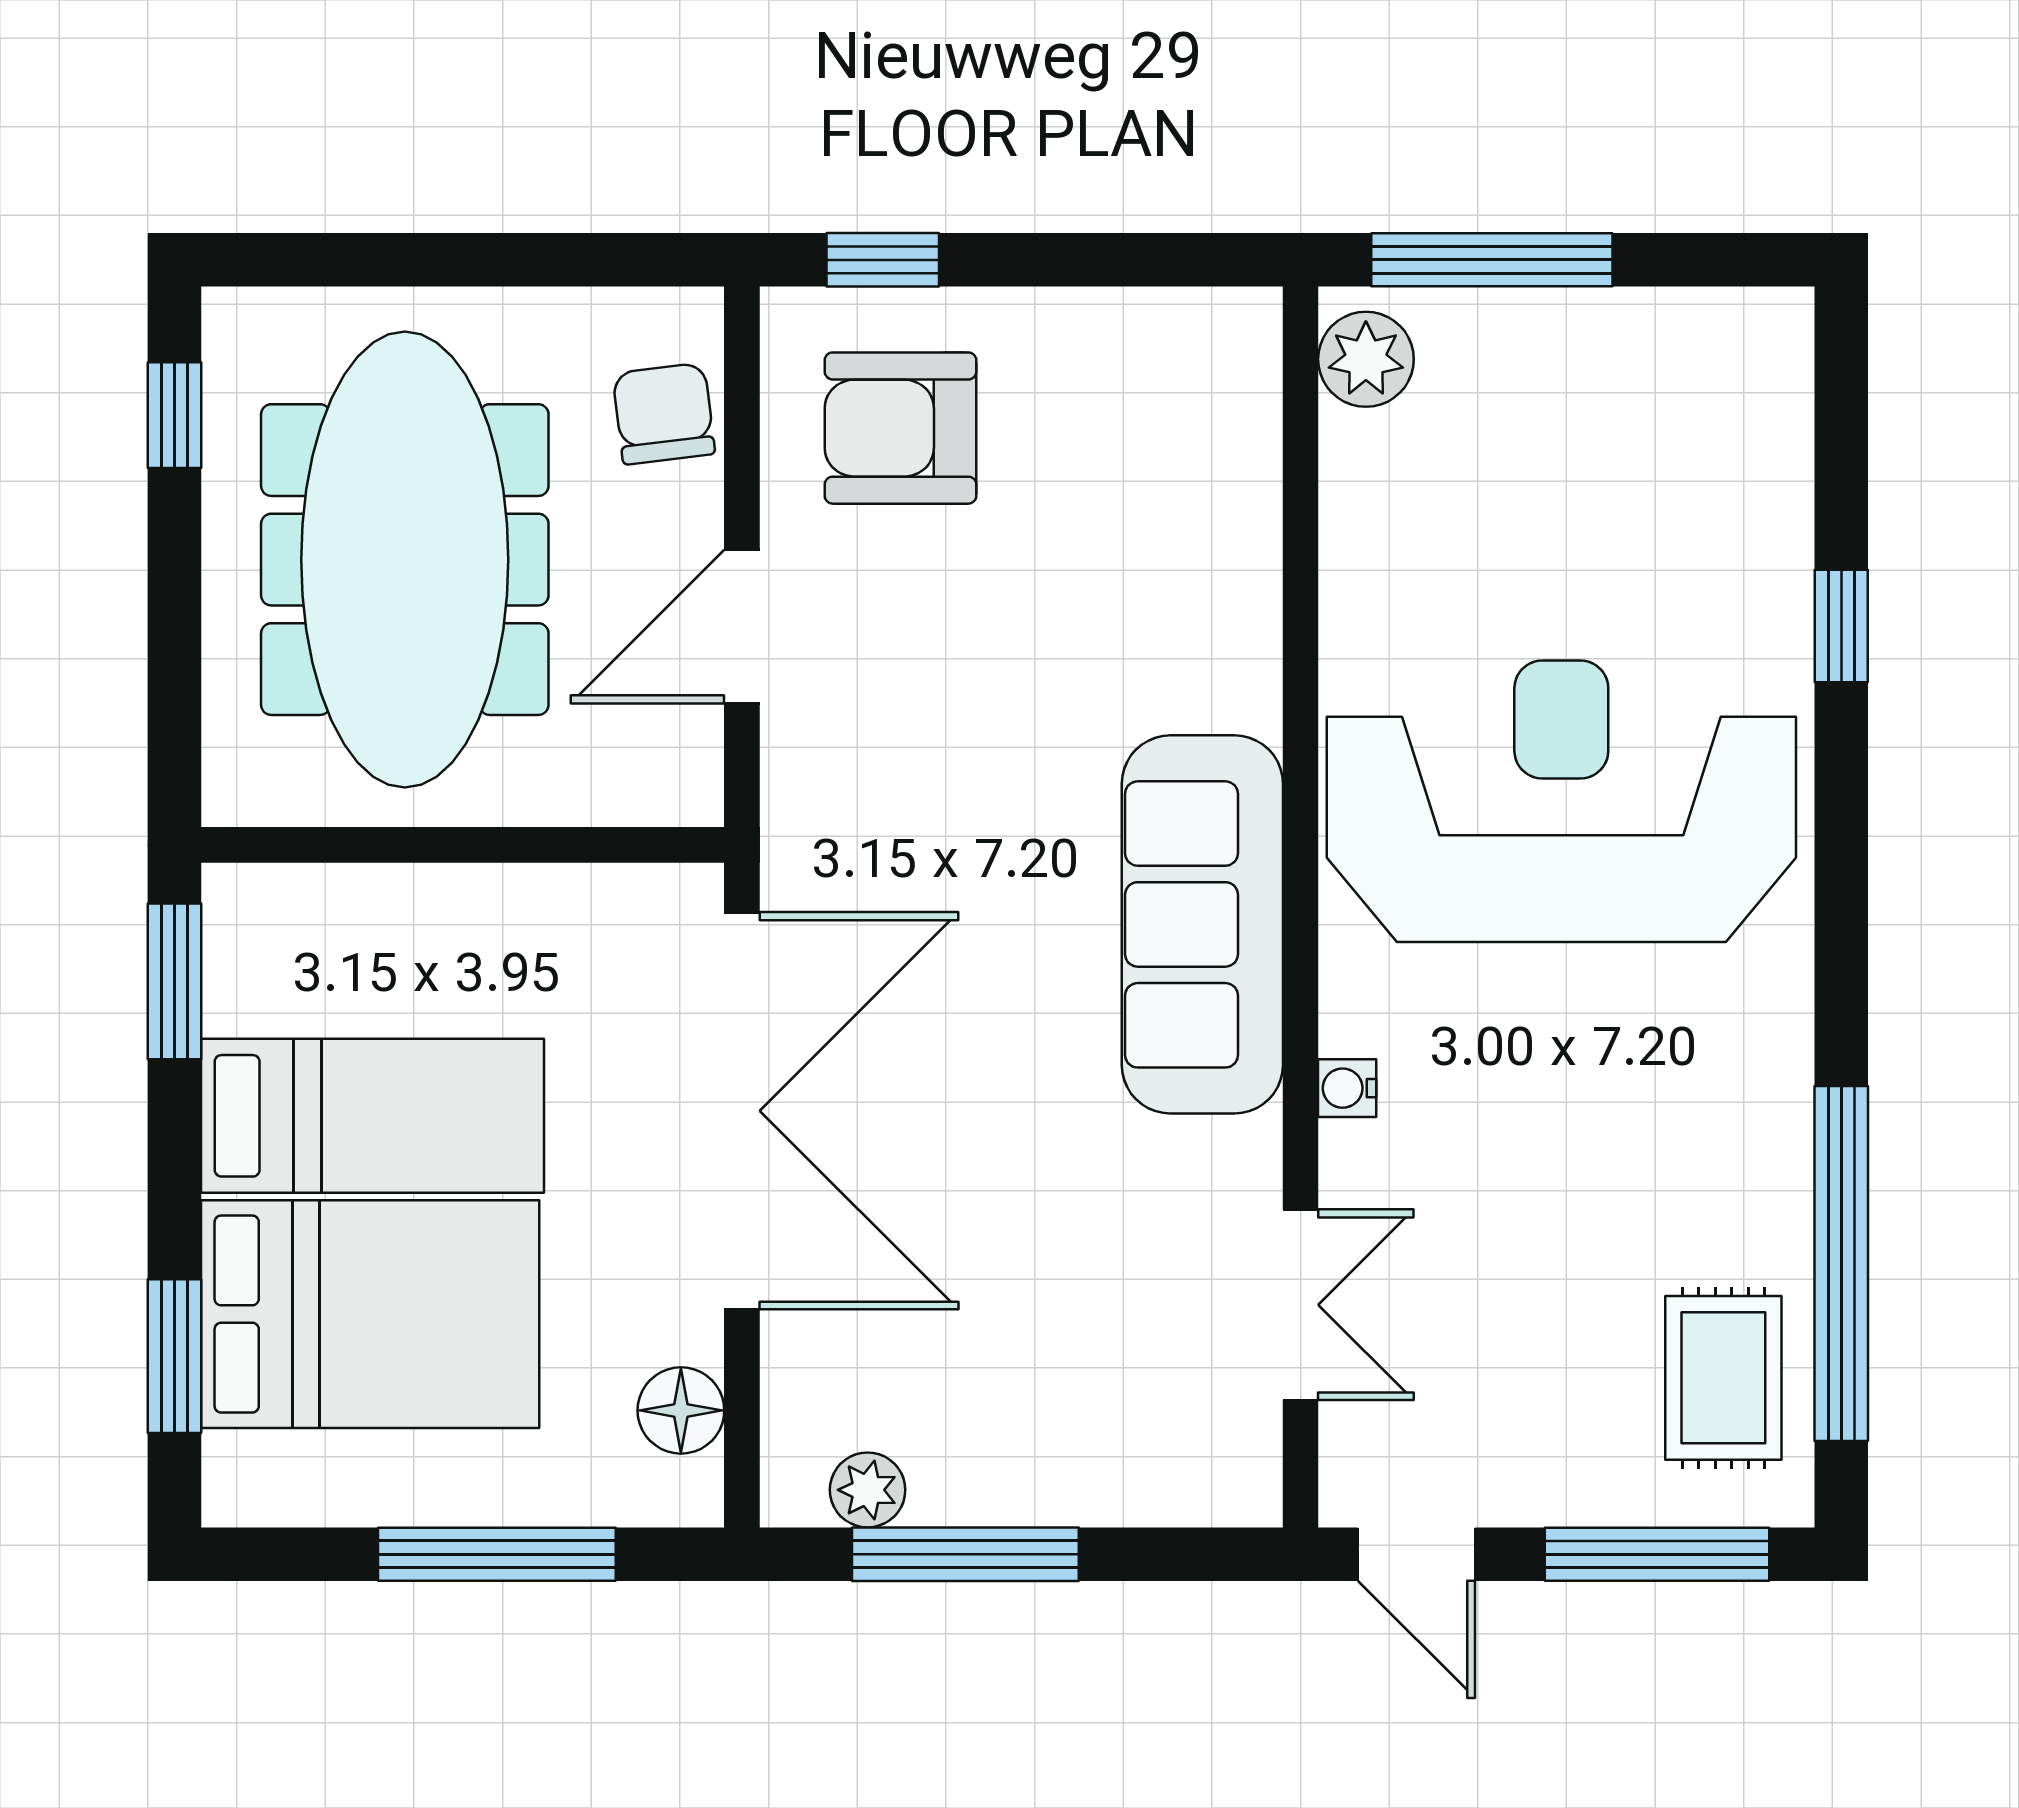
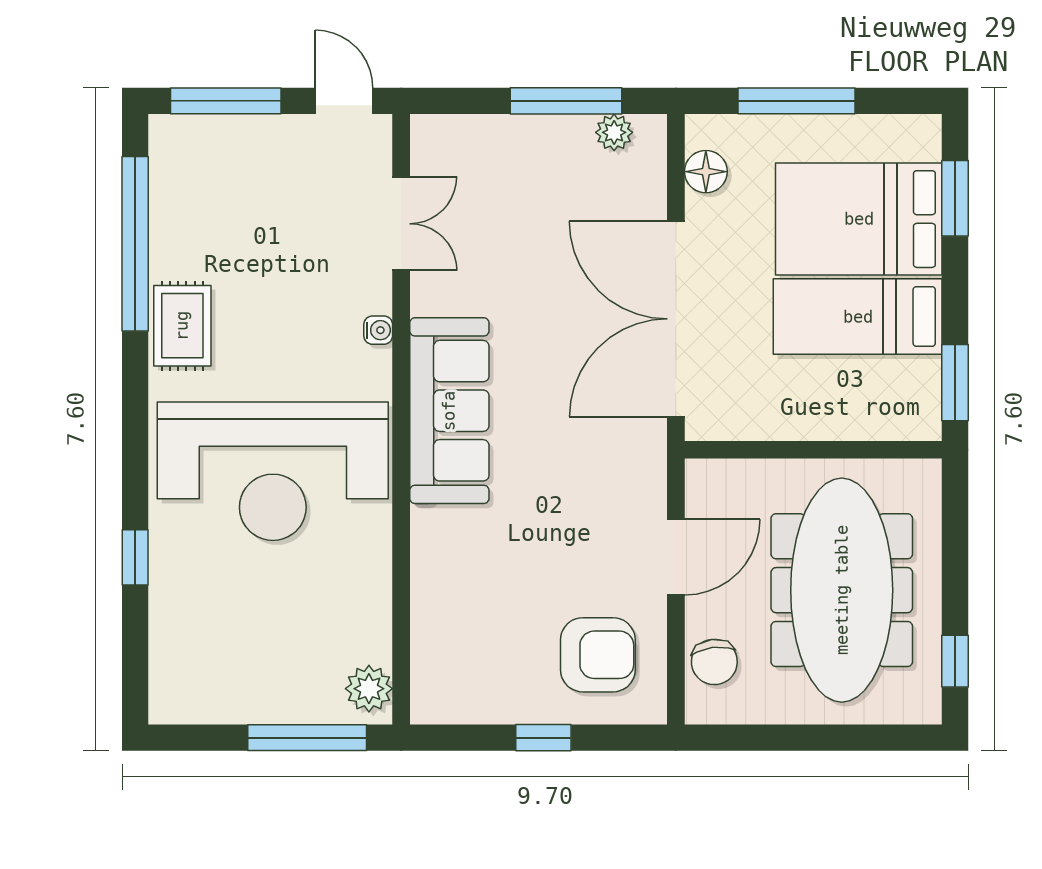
window: (883, 260) -> (543, 738), moved
double door: (1301, 1305) -> (401, 224), swing flipped
rug: (1723, 1378) -> (182, 326), moved

